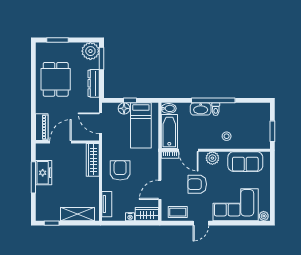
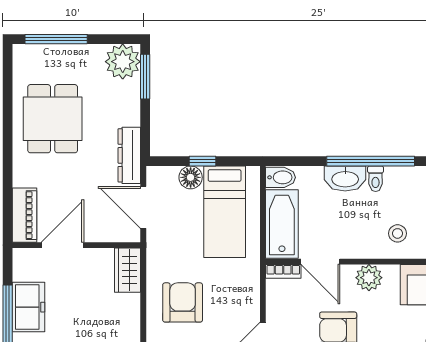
window: (57, 40) -> (56, 39), width x1.44
dresser: (94, 83) -> (129, 155), moved
wardrobe: (93, 160) -> (128, 270), width x0.67

